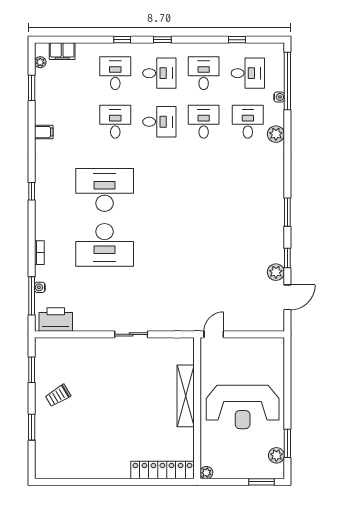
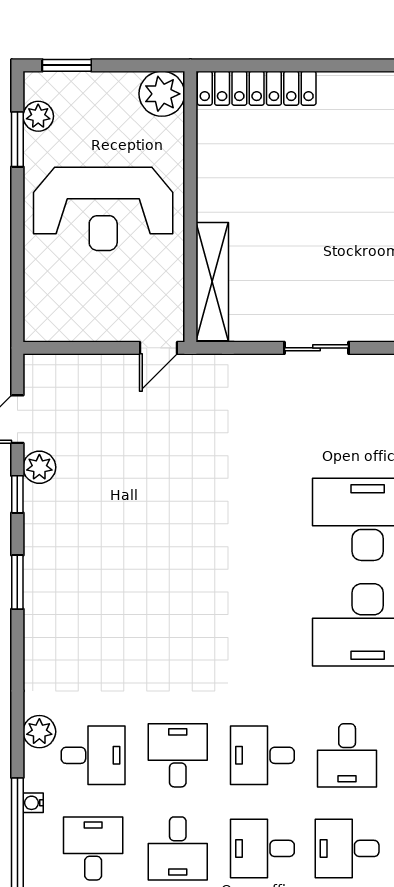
desk: (115, 73) -> (347, 848), turned 90
desk: (248, 73) -> (93, 848), turned 90
desk: (204, 122) -> (178, 755), turned 180
desk: (248, 122) -> (93, 755), turned -90
shelving: (186, 396) -> (212, 282), moved
reception desk: (243, 407) -> (103, 209), turned 180
plant: (206, 473) -> (162, 94), width x1.88, depth x1.88

